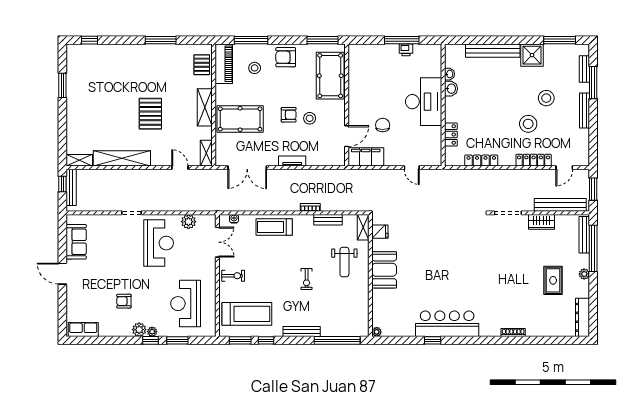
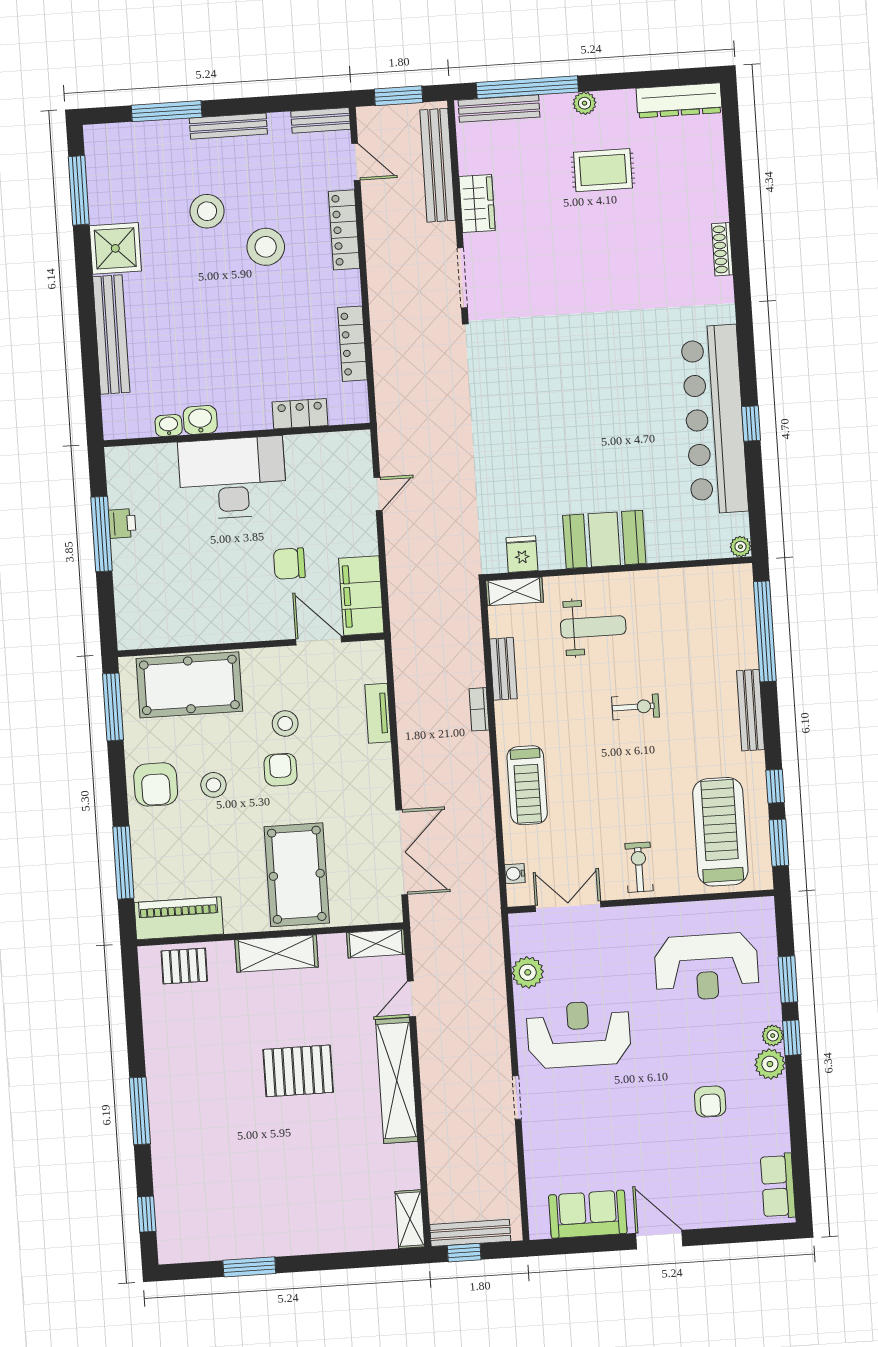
window: (161, 40) -> (140, 1111), moved
stool: (255, 68) -> (213, 785), moved
bench: (584, 69) -> (321, 120), moved
shelving: (122, 158) -> (397, 1081), moved
tv unit: (292, 161) -> (378, 713), moved
door: (62, 274) -> (659, 1240), swing flipped
bar counter: (447, 324) -> (714, 419), width x1.36

